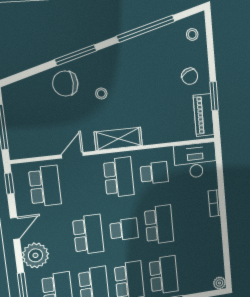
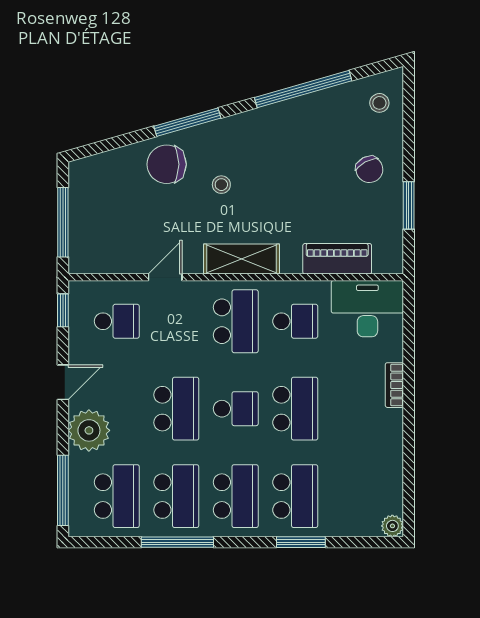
piano: (204, 115) -> (337, 259), moved, turned 90
school desk: (45, 186) -> (117, 321), width x0.54

